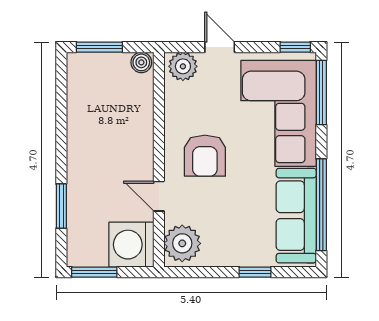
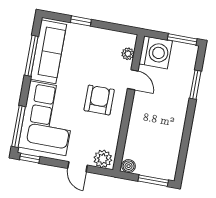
window: (321, 205) -> (31, 56), width x0.68
plant: (182, 243) -> (128, 54), width x0.53, depth x0.53

